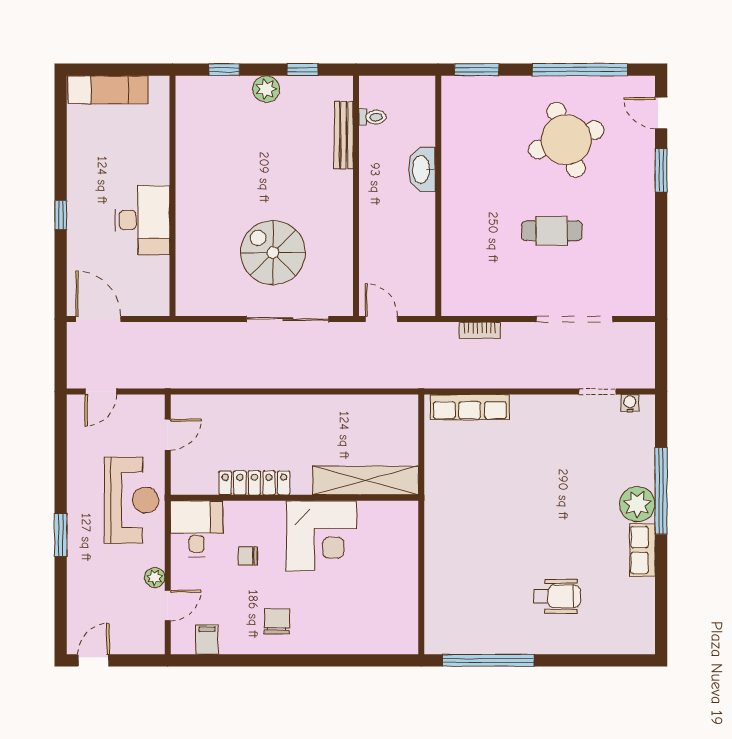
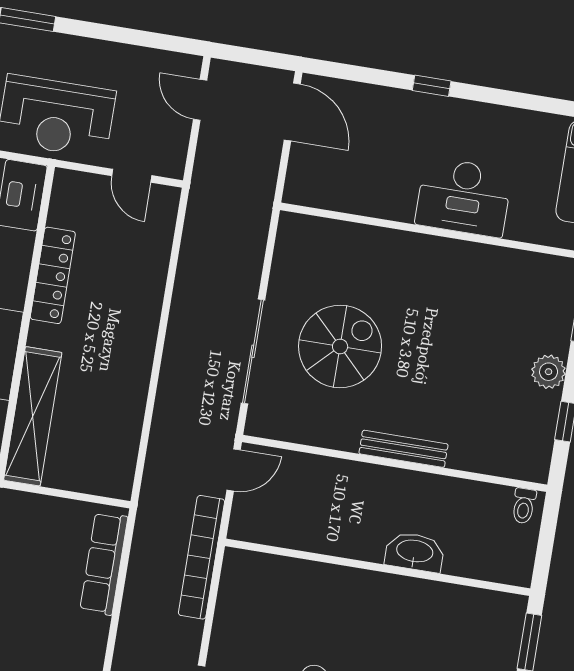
toilet: (372, 117) -> (524, 506), moved
bench: (344, 135) -> (403, 449), moved
desk: (142, 220) -> (464, 197), moved
door: (98, 319) -> (292, 112), hinge flipped
bookcase: (480, 330) -> (201, 557), width x2.31, depth x1.31

